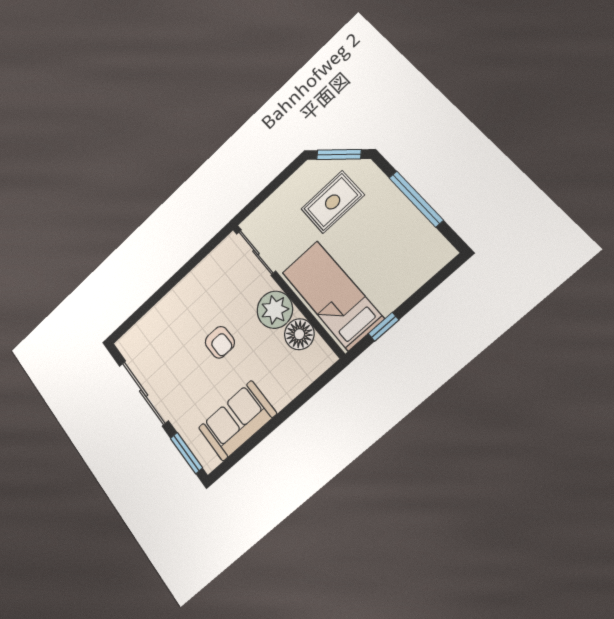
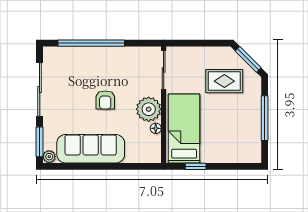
window: (159, 295) -> (91, 43), added
floor lamp: (299, 334) -> (156, 128), width x0.53, depth x0.53
sofa: (237, 421) -> (91, 149), width x1.36
plant: (209, 461) -> (49, 157), added

